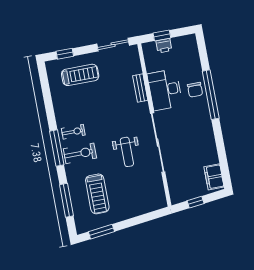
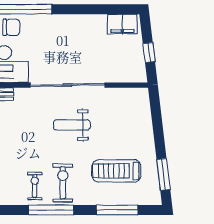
weight bench: (127, 152) -> (72, 125), turned 180
treadmill: (97, 194) -> (116, 171), turned 180

